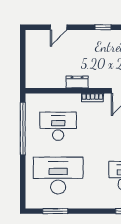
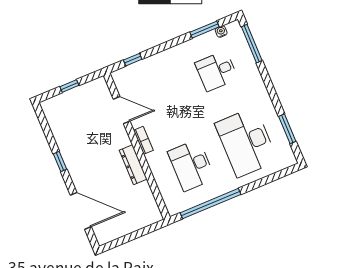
door: (59, 27) -> (81, 211), width x1.88
dresser: (77, 82) -> (133, 165), width x1.44

